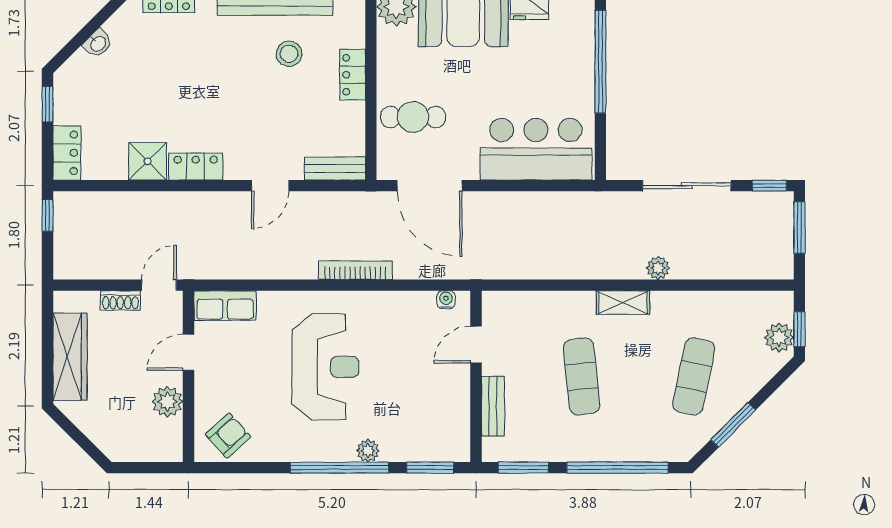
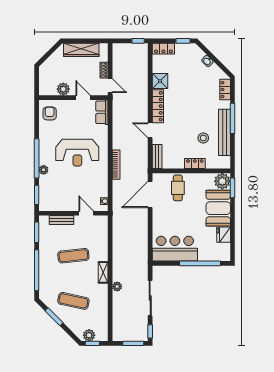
bar counter: (536, 149) -> (175, 249), moved, turned -90
locker: (196, 166) -> (158, 106), width x1.53
armchair: (228, 436) -> (50, 113), turned -138

